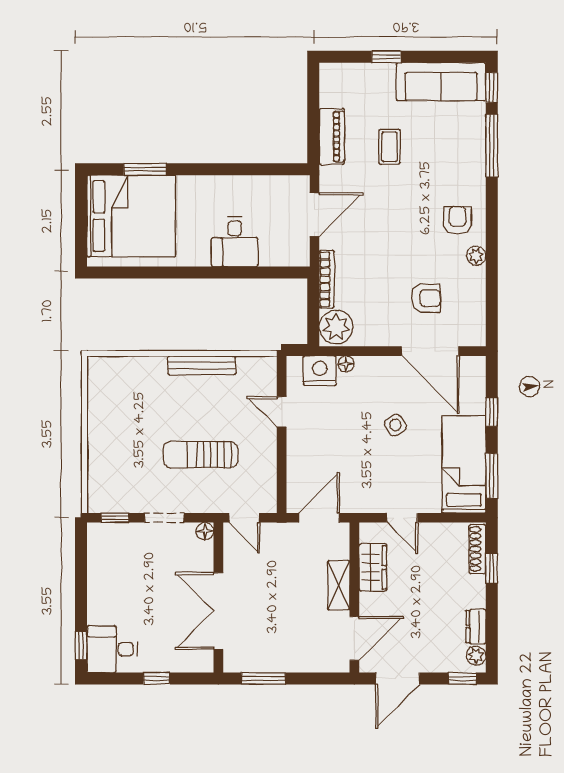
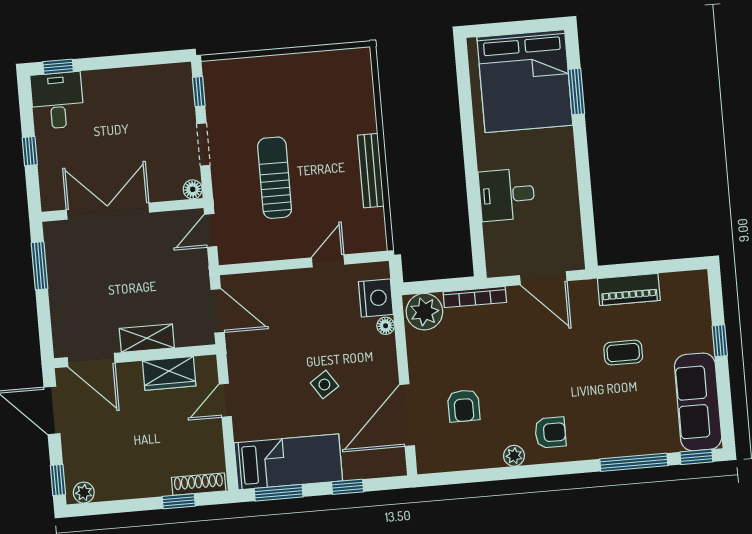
dresser: (476, 627) -> (115, 490), removed

